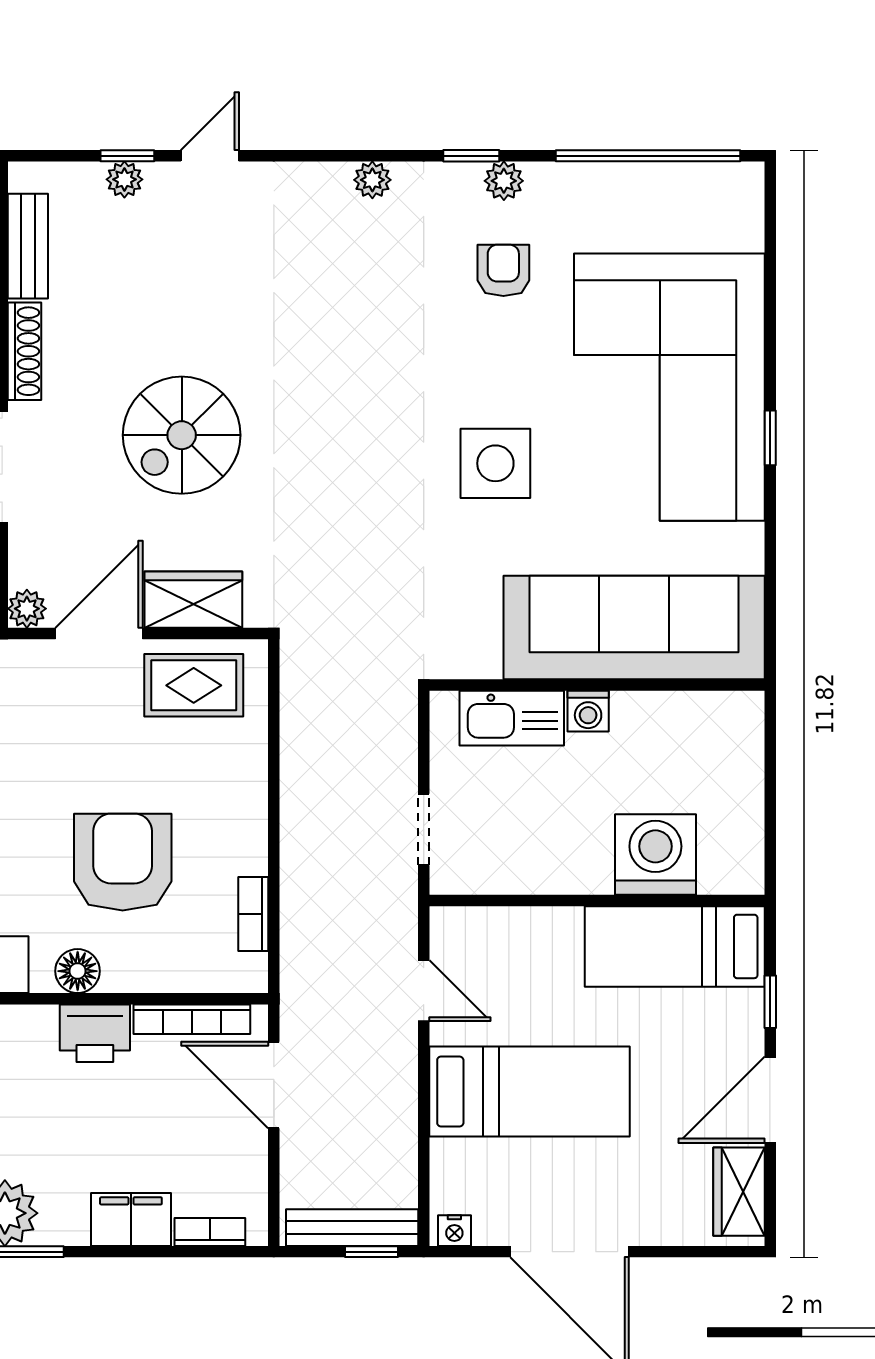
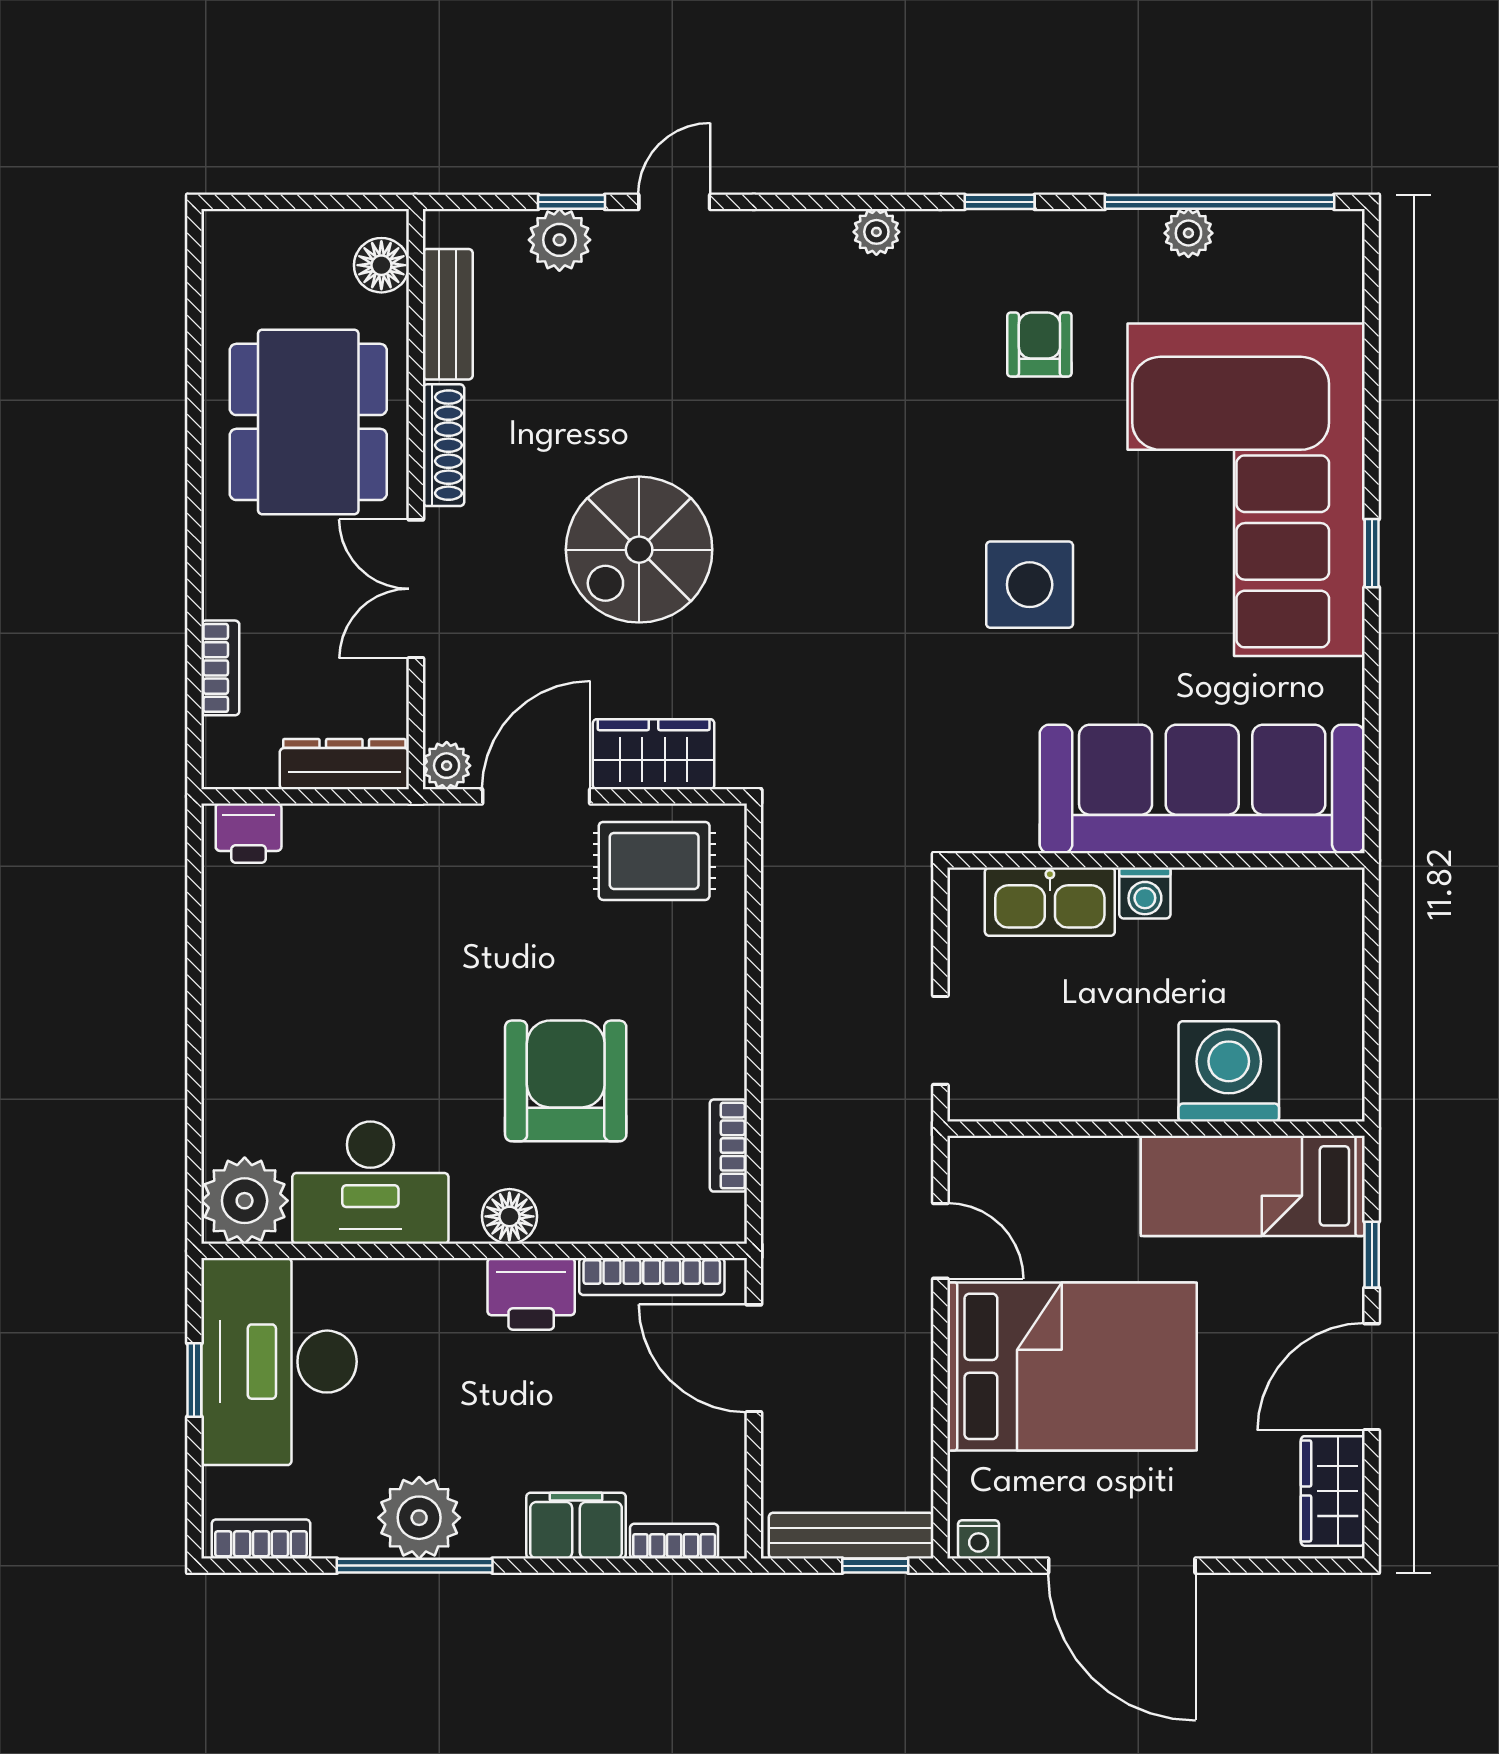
plant: (124, 179) -> (559, 240), width x1.38, depth x1.38
plant: (504, 181) -> (1188, 233), moved
bed: (529, 1092) -> (1072, 1366), width x1.50

